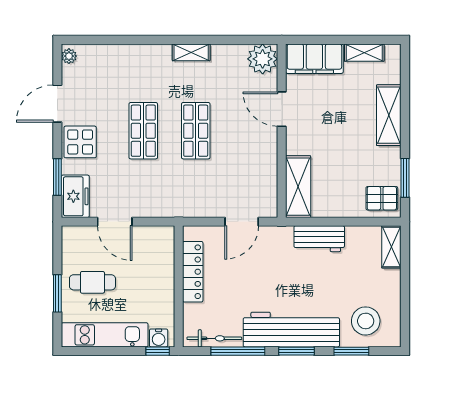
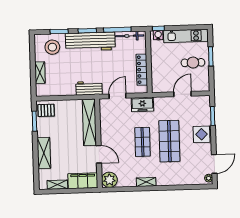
door: (57, 104) -> (214, 164), moved
shop shelf: (143, 131) -> (169, 141), width x1.43, depth x1.36
shelving: (298, 187) -> (89, 122), width x1.47
freezer: (75, 196) -> (142, 104), moved, turned -90
door: (115, 222) -> (183, 94), hinge flipped
workbench: (319, 239) -> (89, 88), moved
shelving: (391, 247) -> (40, 73), moved

